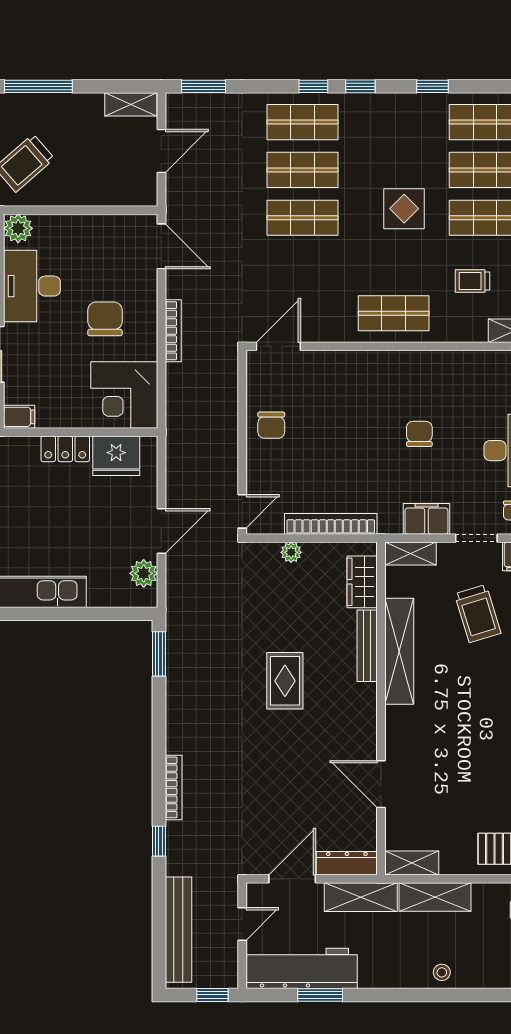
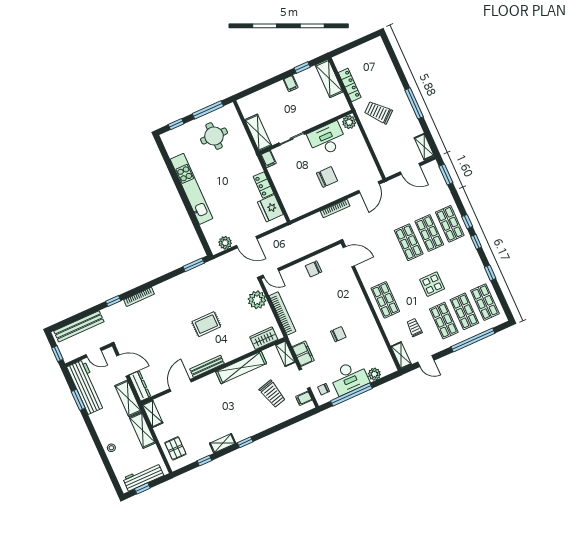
corner desk: (124, 395) -> (298, 200), removed
plant: (291, 552) -> (257, 300), width x1.88, depth x1.88
trolley: (478, 614) -> (272, 394), turned -88
bench: (367, 646) -> (207, 366), moved

